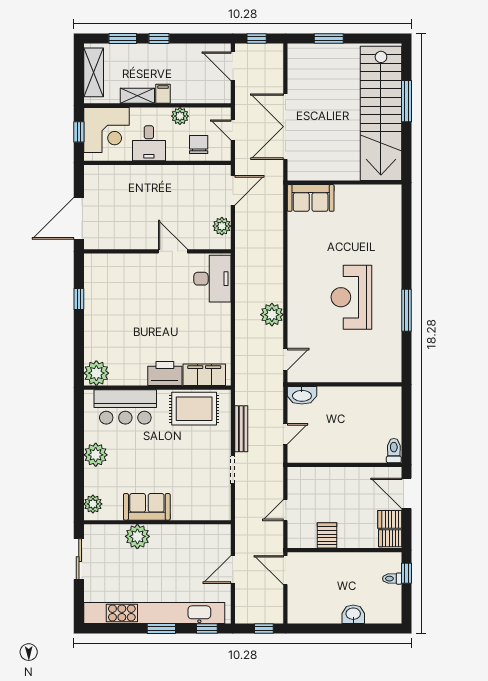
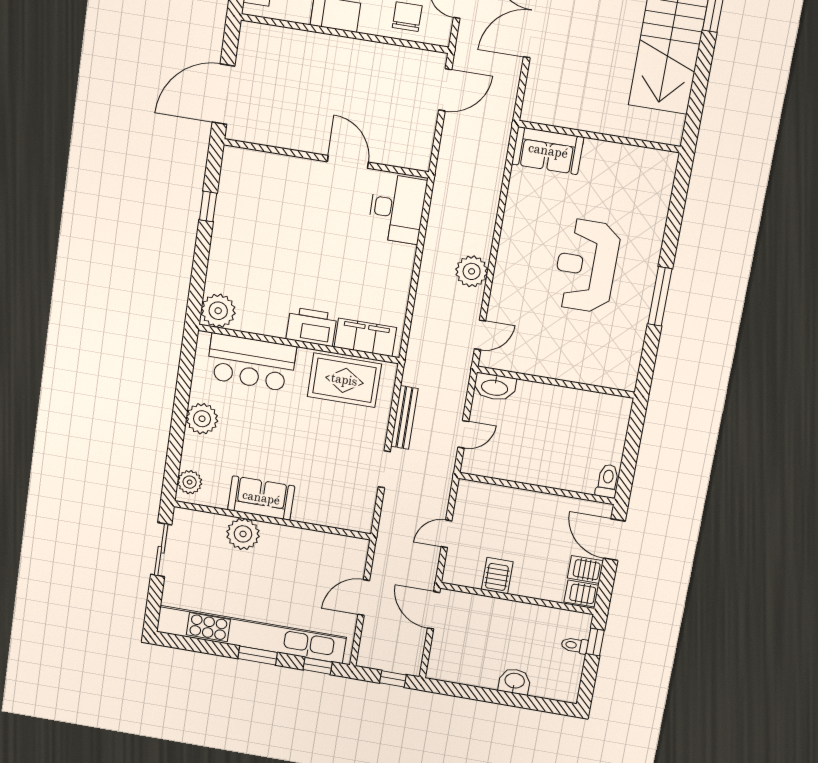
wall: (344, 183) -> (599, 137), moved
sofa: (311, 198) -> (548, 151), moved
plant: (222, 226) -> (422, 138), removed

